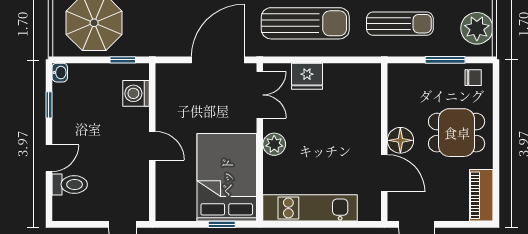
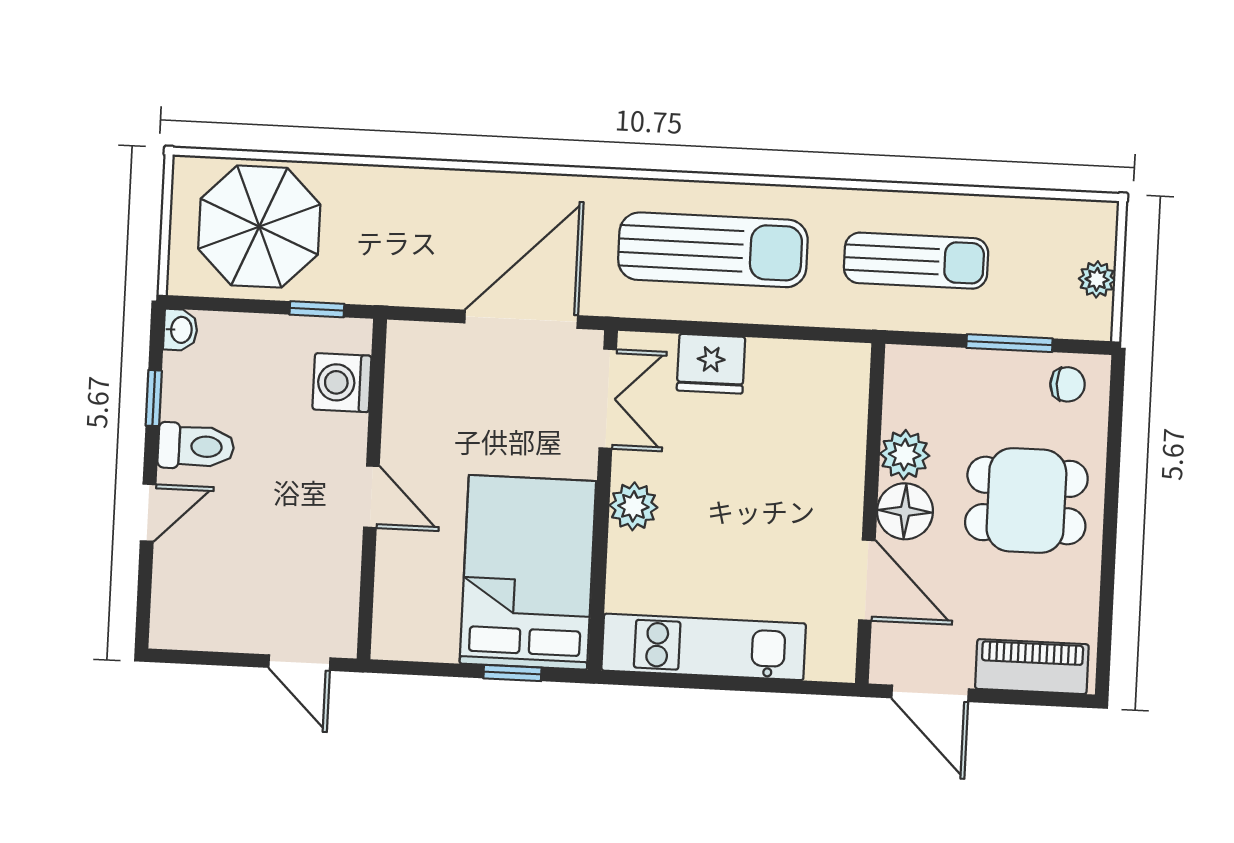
plant: (477, 28) -> (1097, 279), width x0.53, depth x0.53
plant: (399, 114) -> (905, 455), added
toilet: (70, 184) -> (196, 446), moved
piano: (481, 195) -> (1032, 667), moved, turned 90

